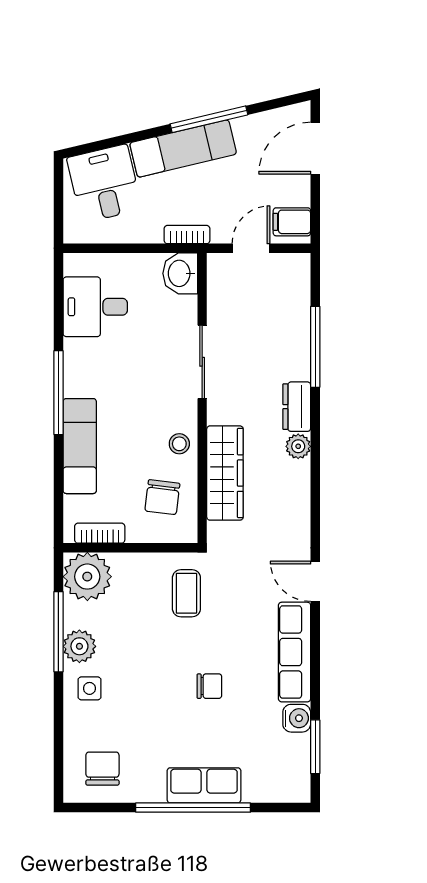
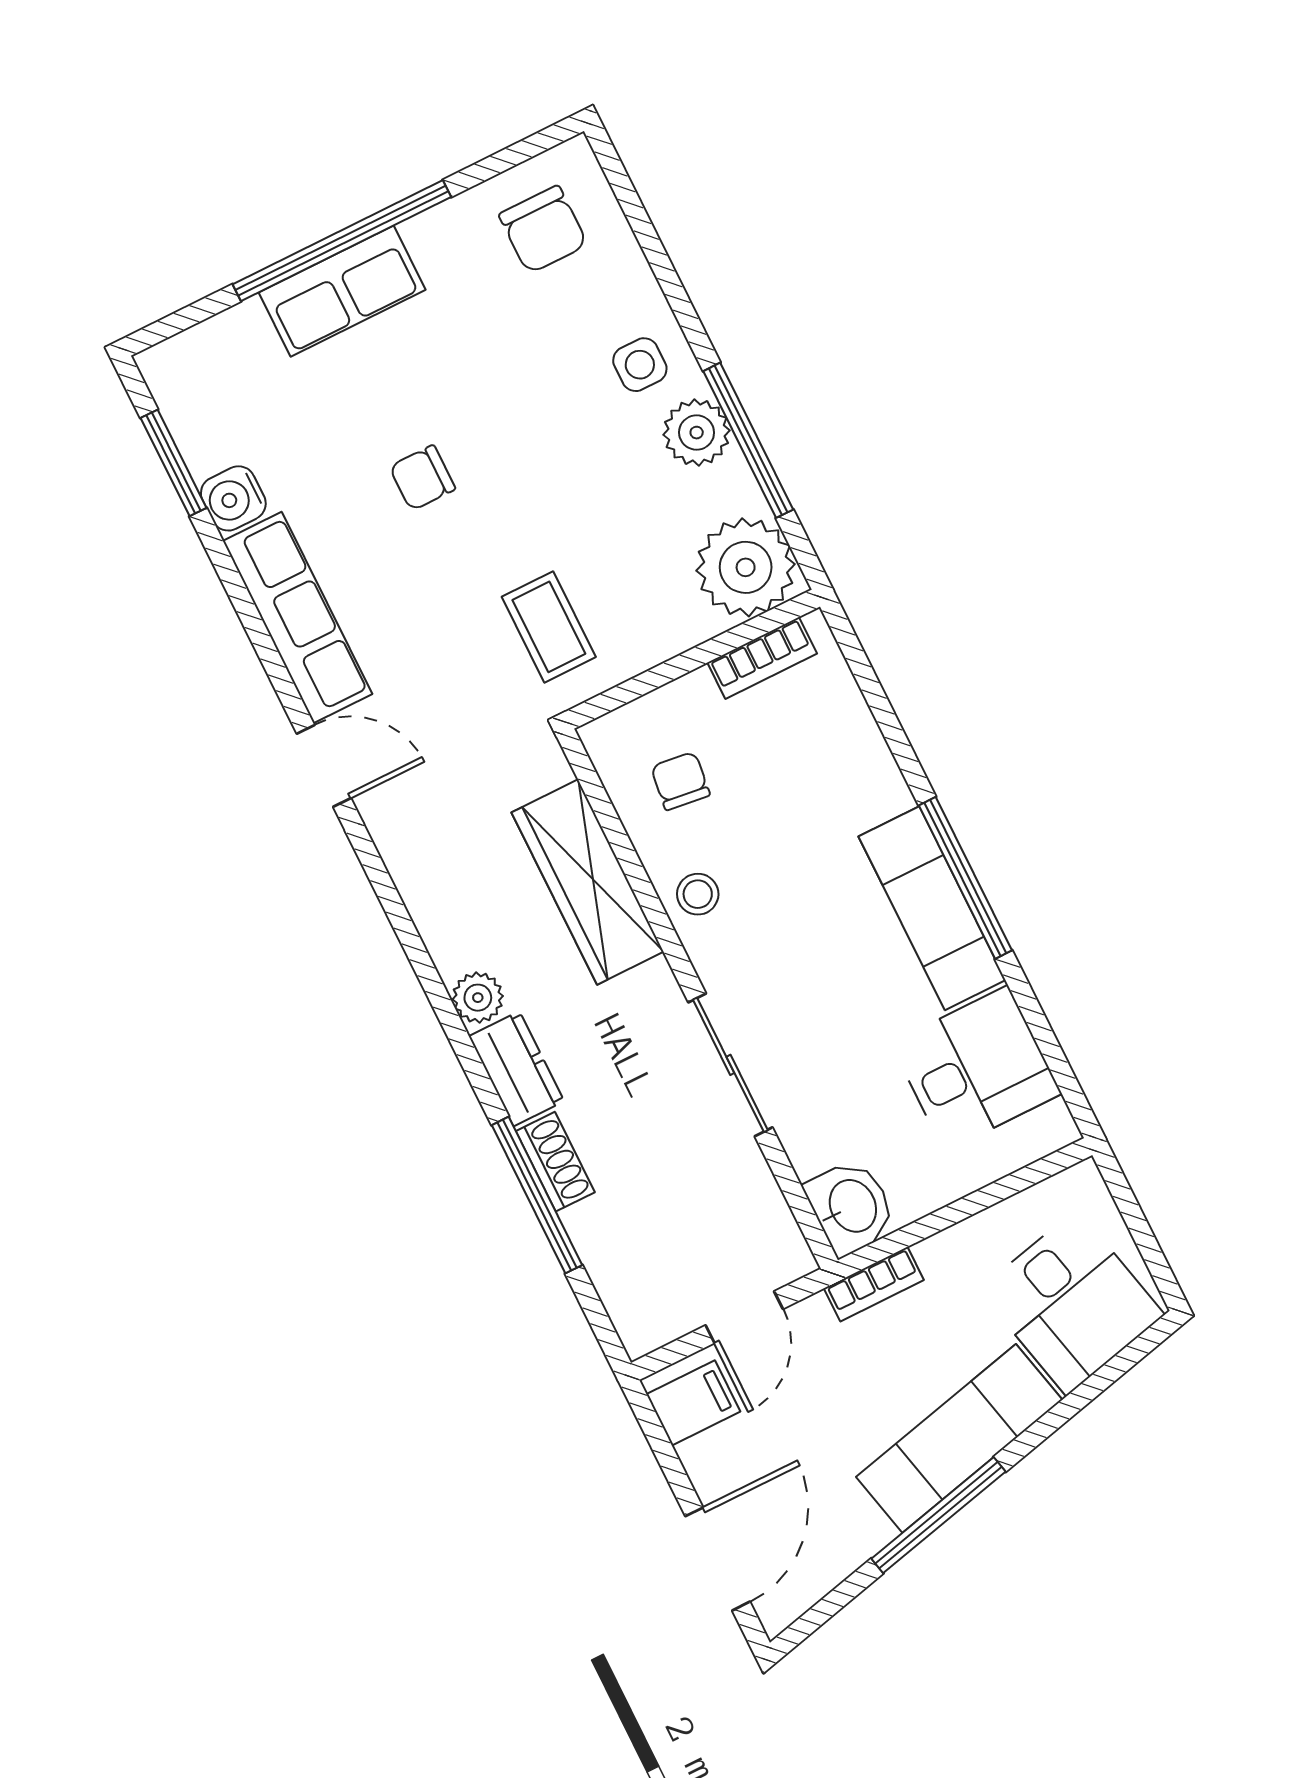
shoe rack: (300, 358) -> (555, 1162), added
exam couch: (80, 446) -> (932, 908), moved
chair: (162, 497) -> (680, 781), width x0.73, depth x0.73

